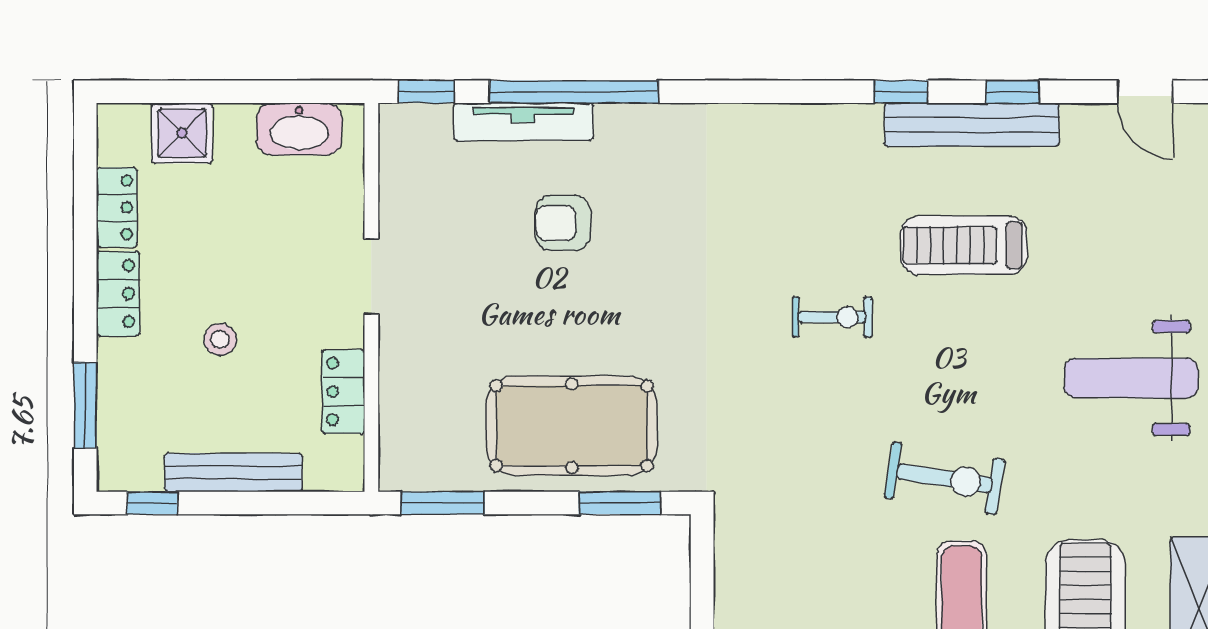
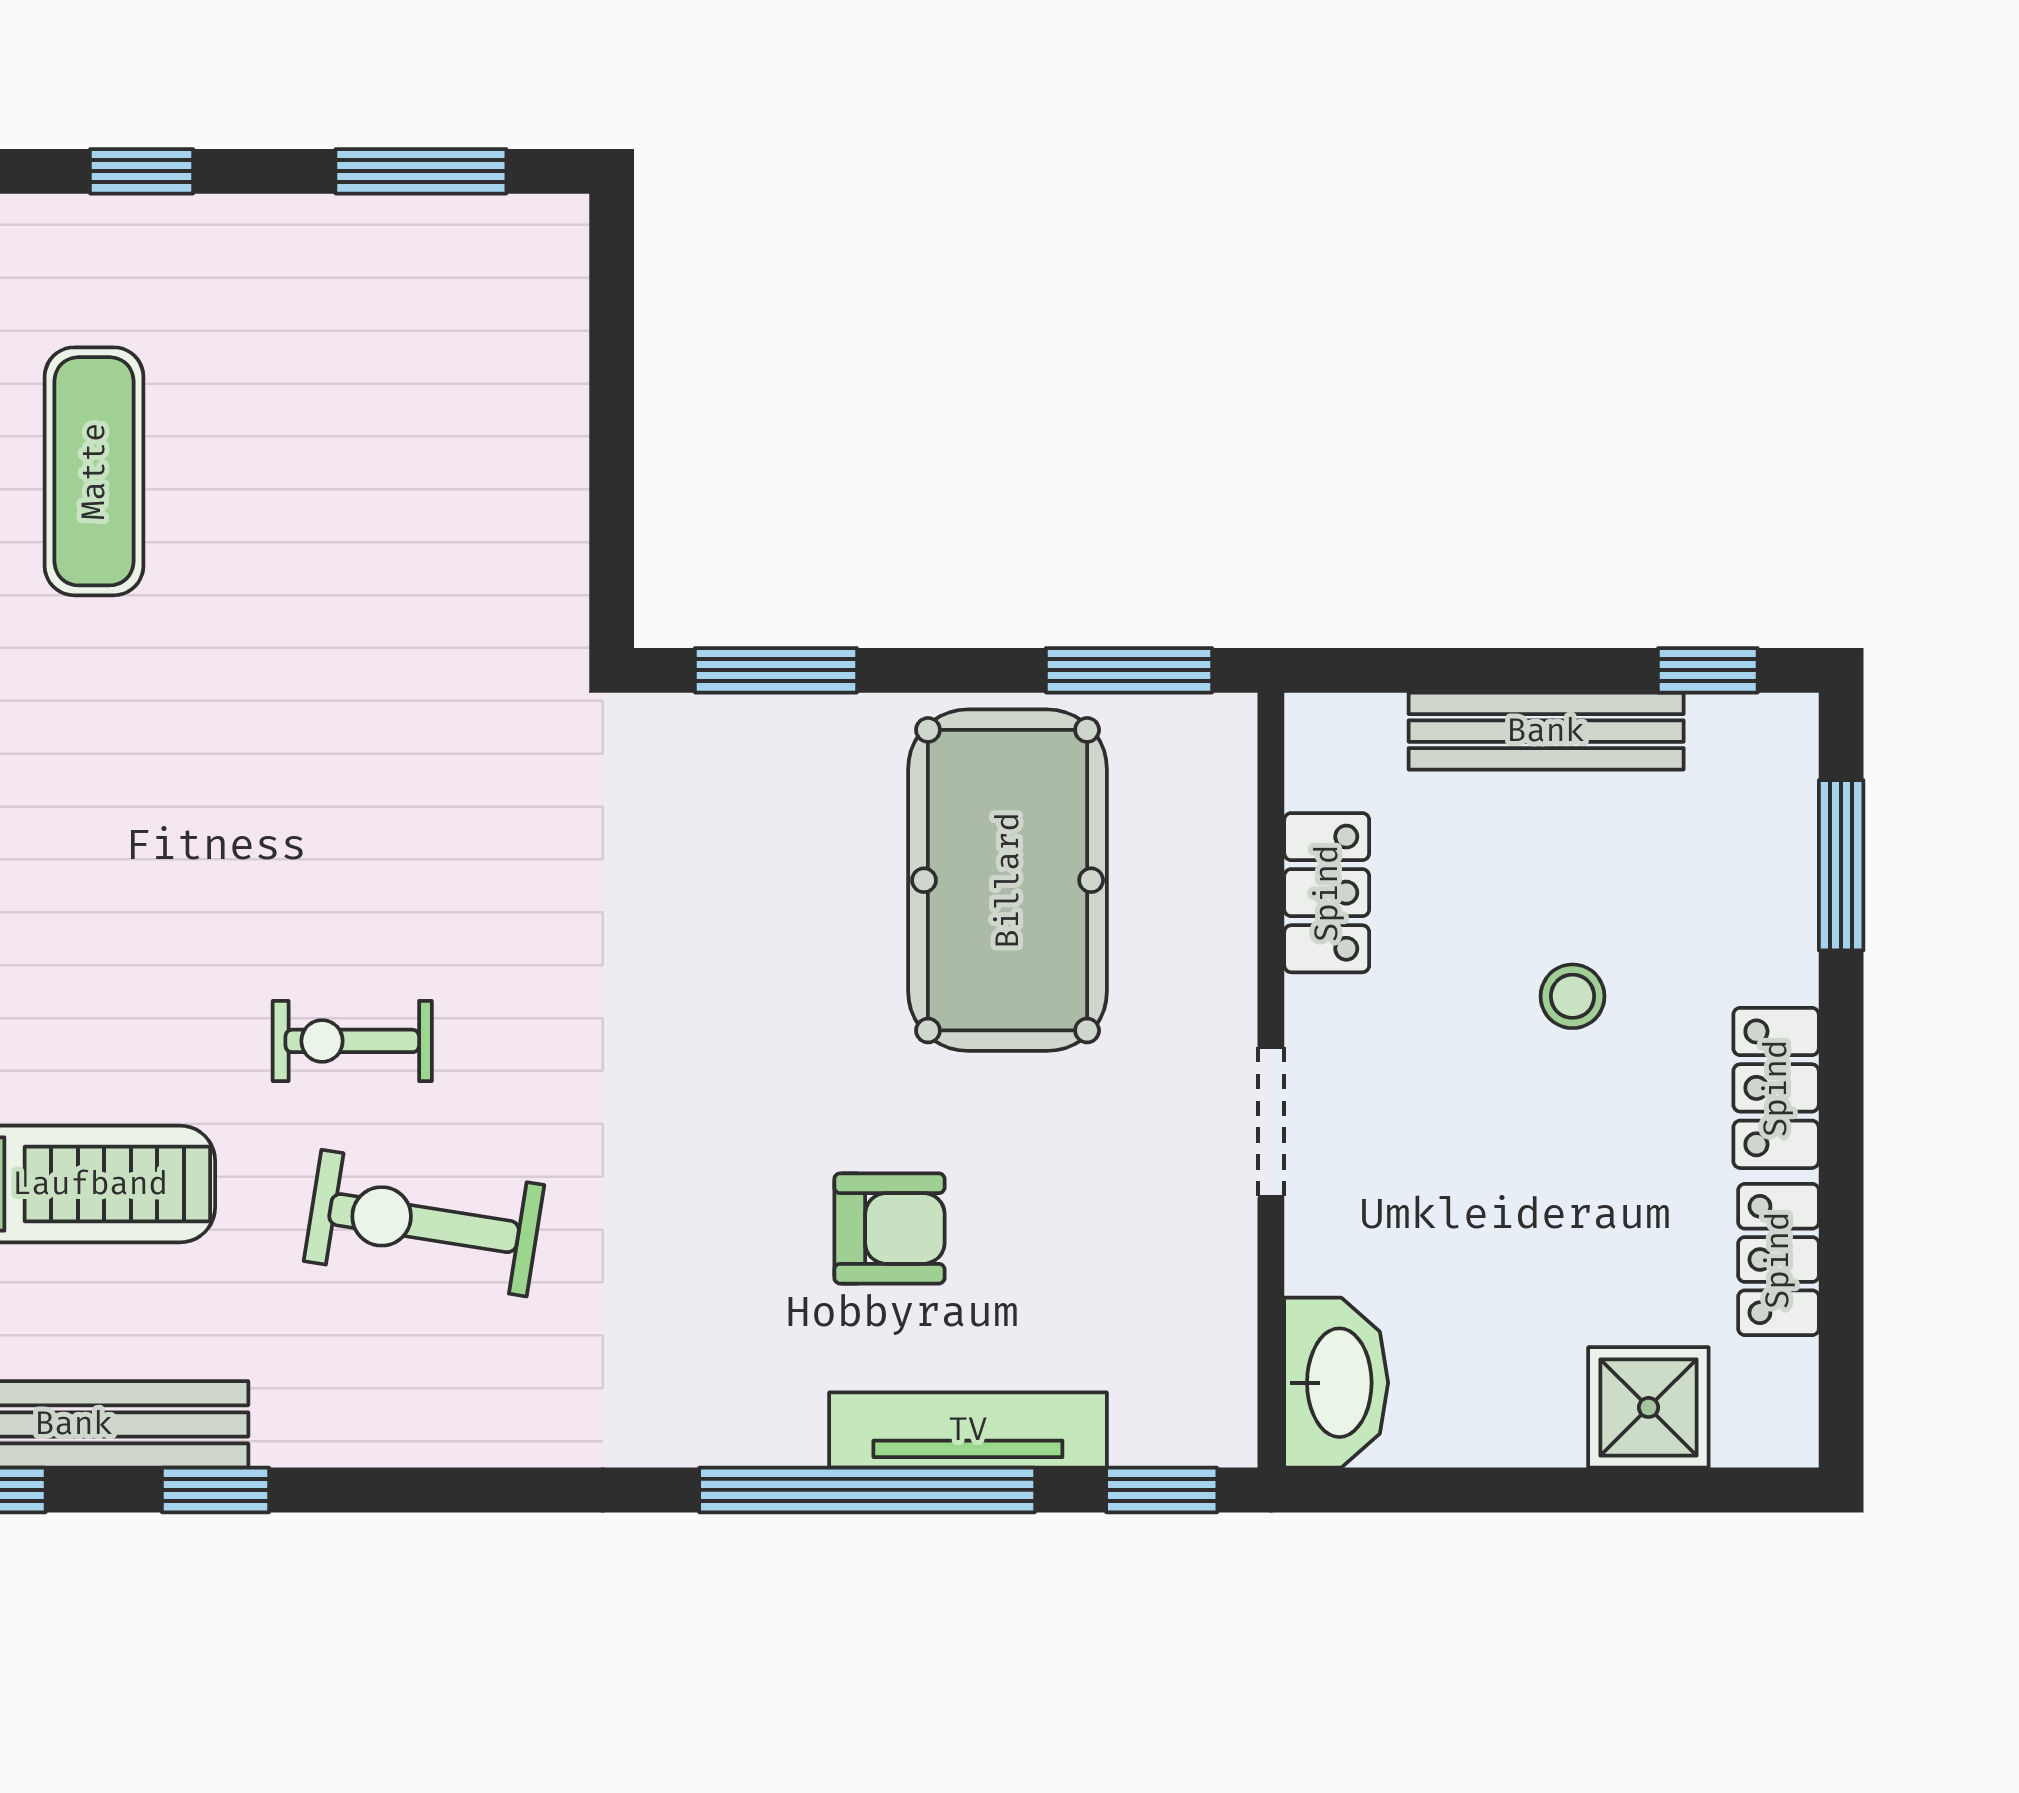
washbasin: (299, 129) -> (1336, 1383), moved, turned 90
pool table: (572, 426) -> (1008, 880), moved, turned 90
exercise bike: (944, 478) -> (424, 1223), moved

